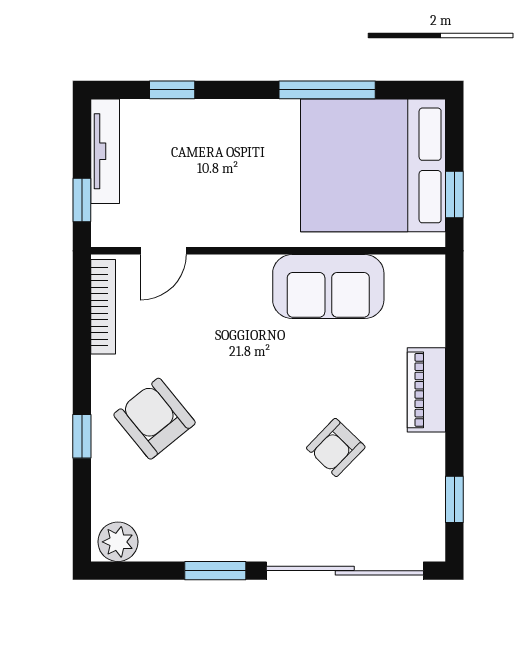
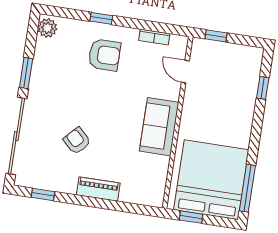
window: (327, 90) -> (247, 188), moved
tv unit: (105, 151) -> (238, 51), removed
sofa: (328, 287) -> (159, 127), moved
bookcase: (103, 307) -> (154, 37), width x0.64
armchair: (155, 419) -> (104, 55), turned 39

